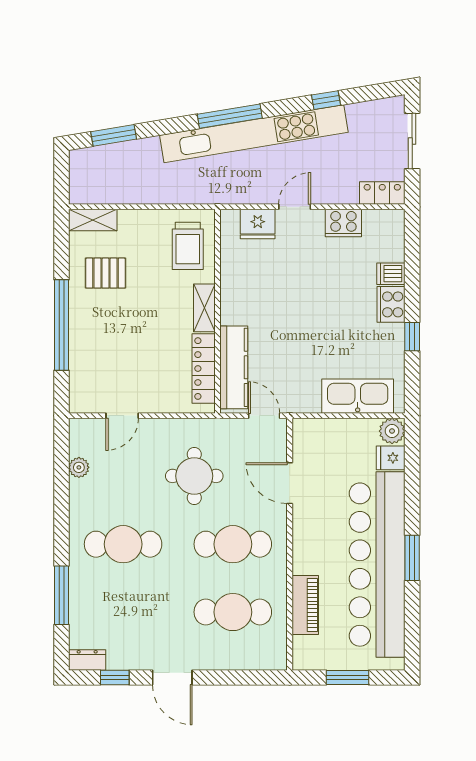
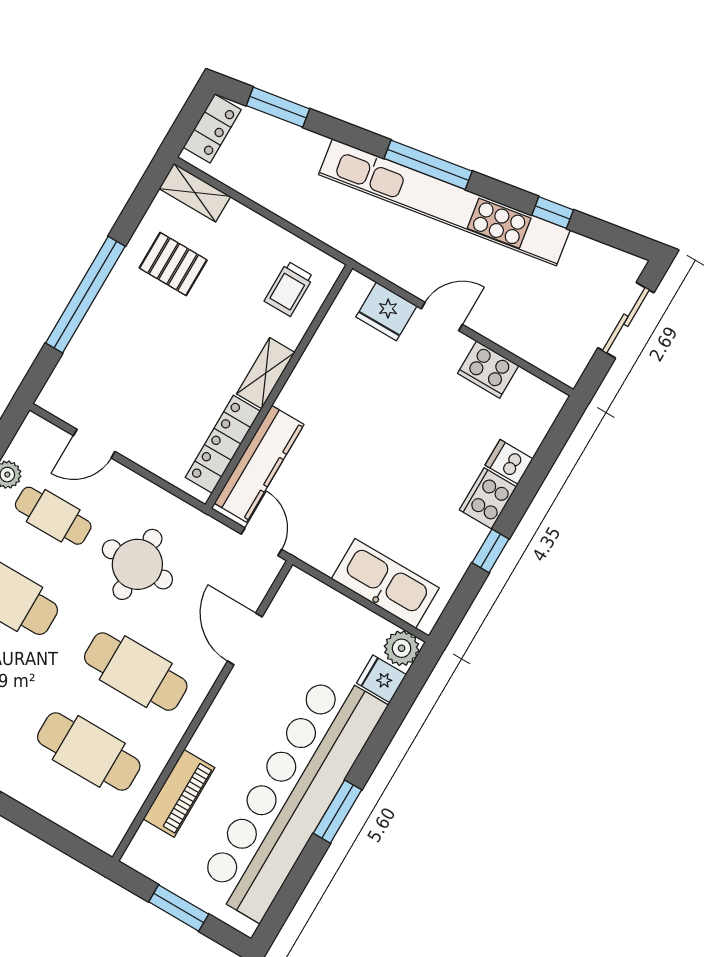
locker: (382, 193) -> (212, 129), moved, turned 90
trolley: (188, 246) -> (289, 289), width x0.73, depth x0.72
cafe table: (123, 476) -> (53, 516), added

